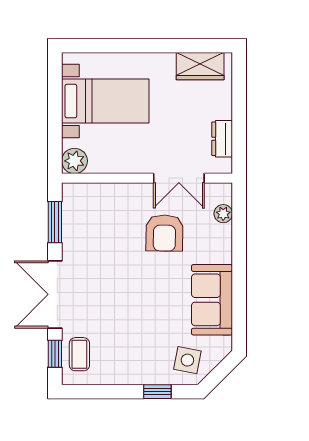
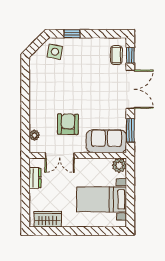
double door: (179, 178) -> (60, 155), swing flipped
sofa: (212, 300) -> (106, 141), moved, turned -90

